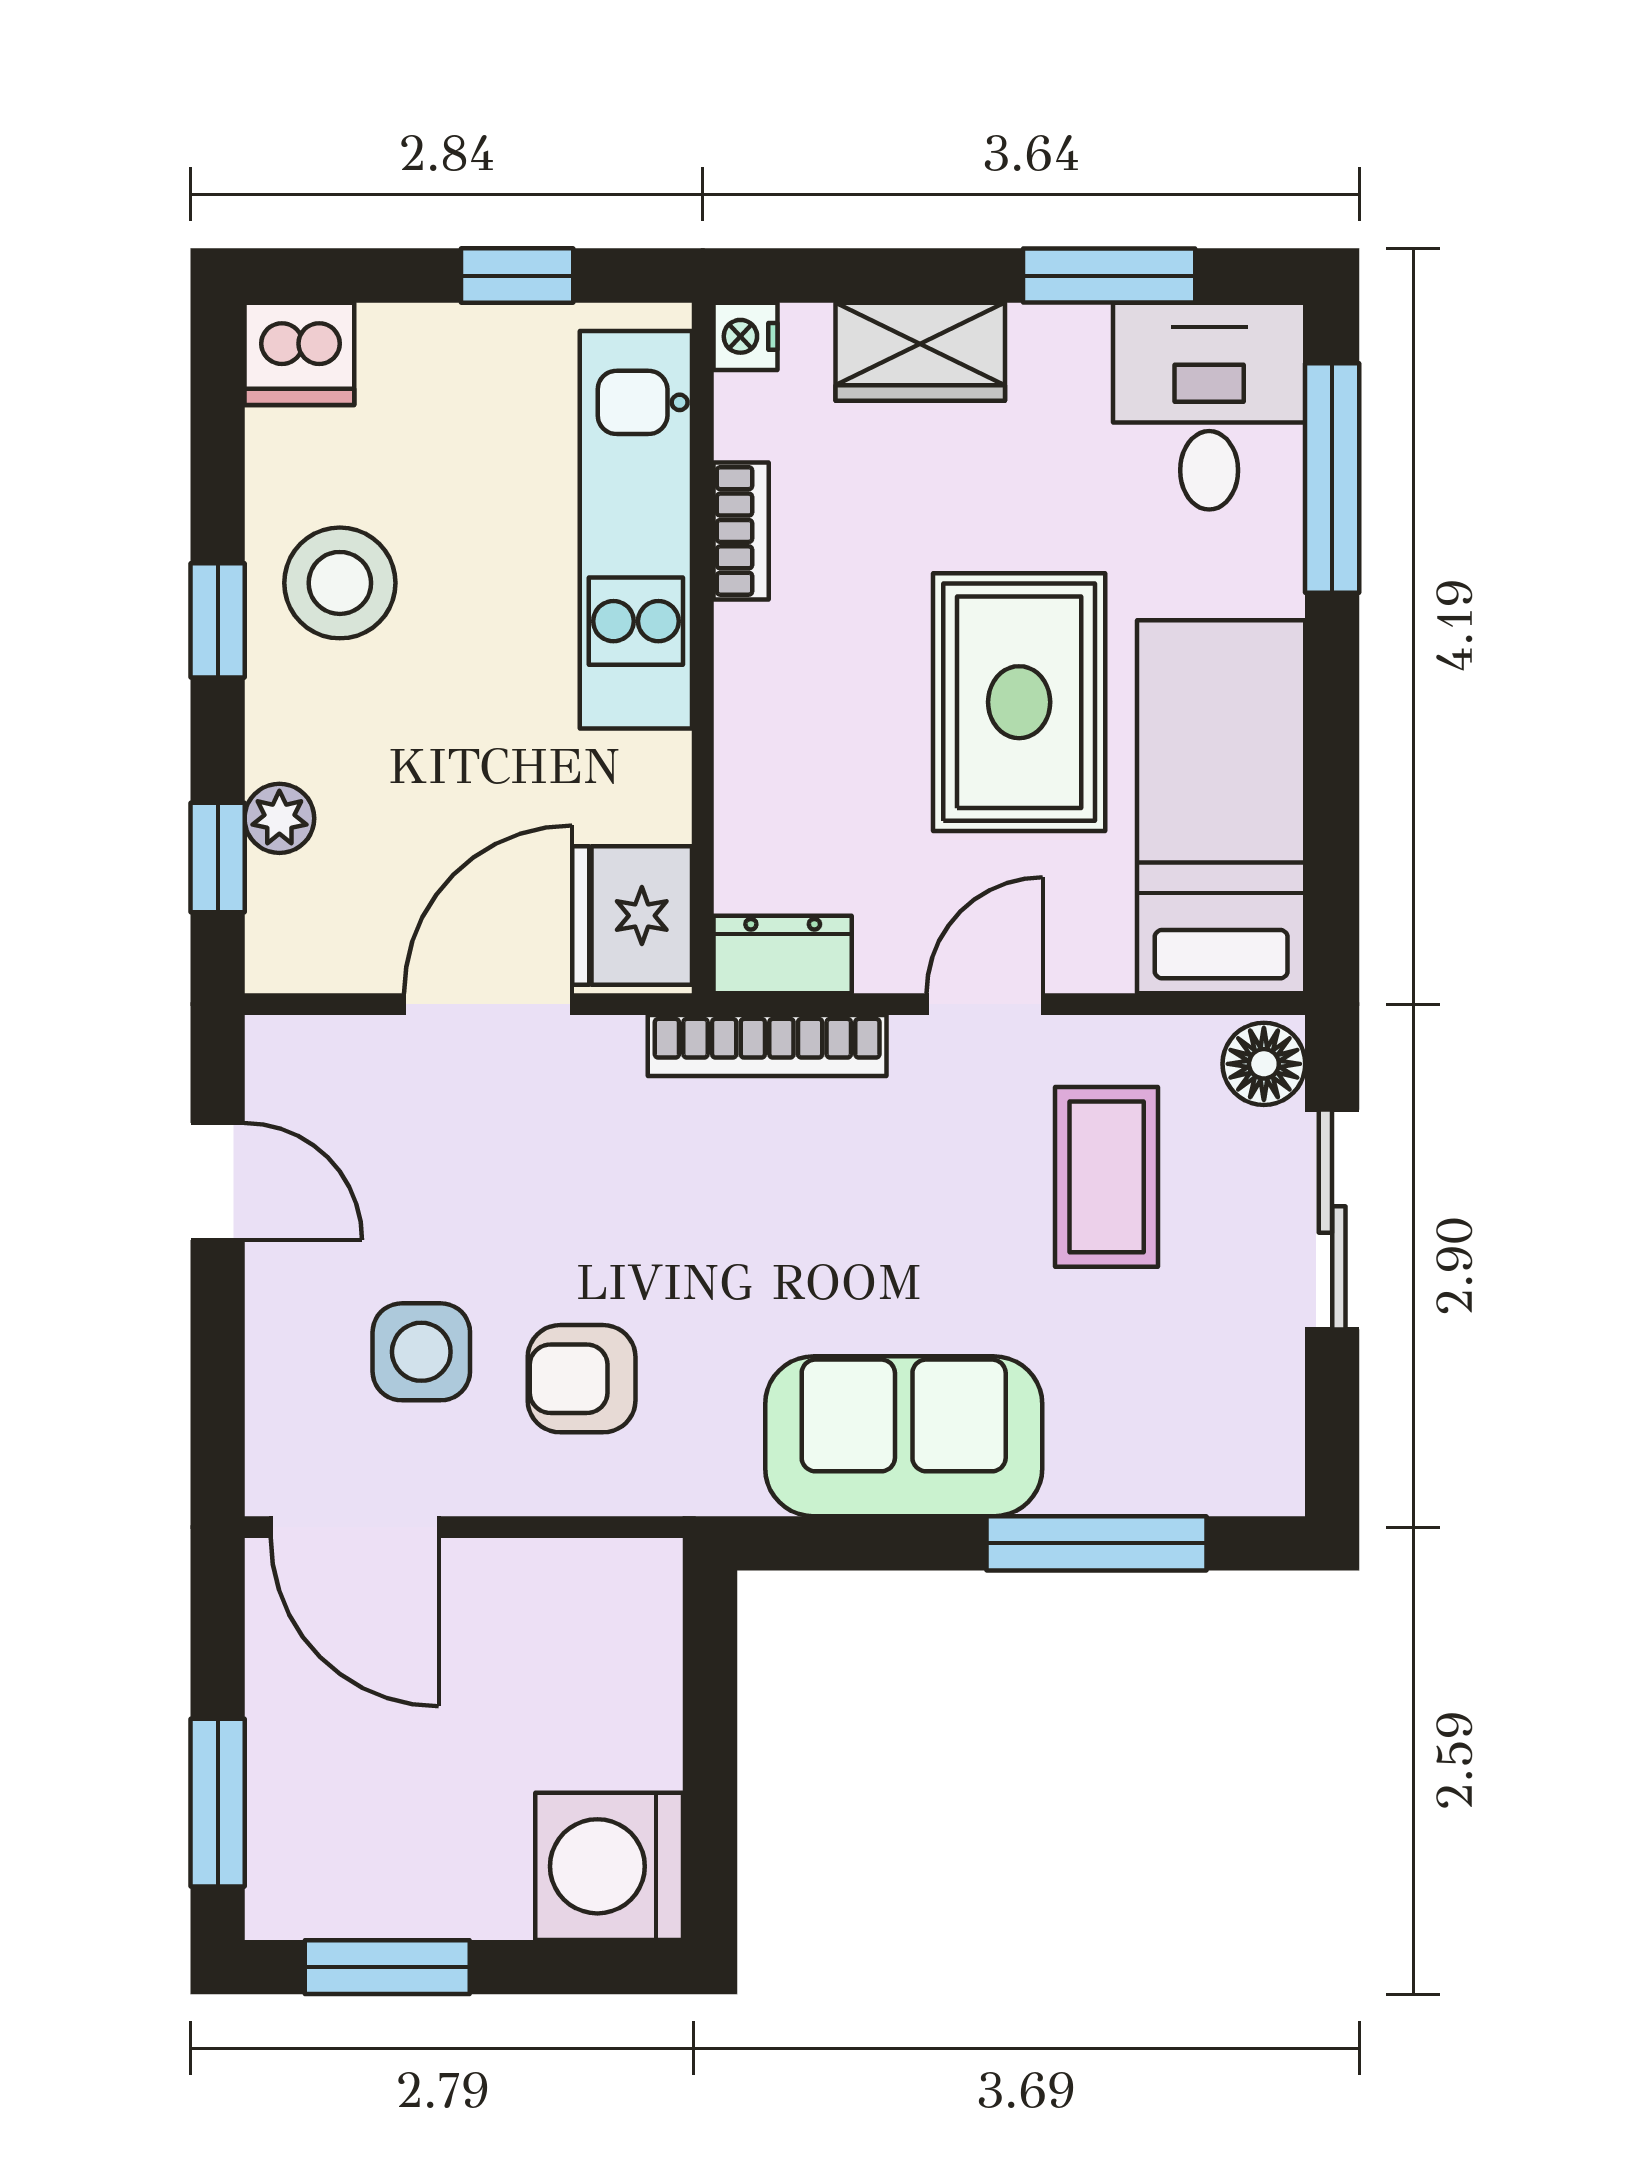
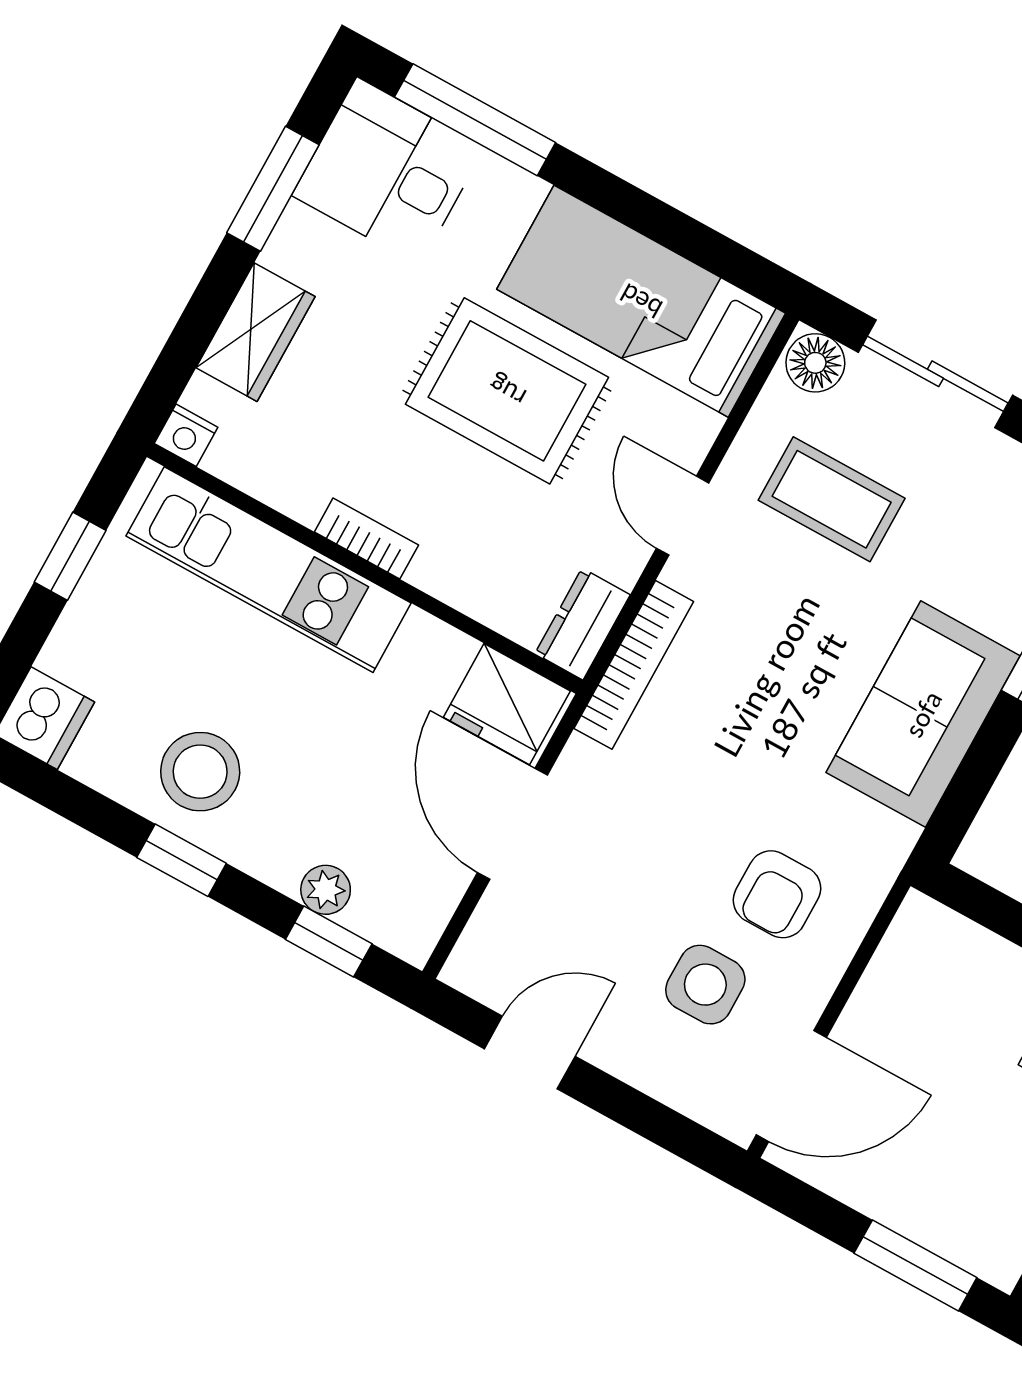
bookcase: (741, 531) -> (366, 538), moved

